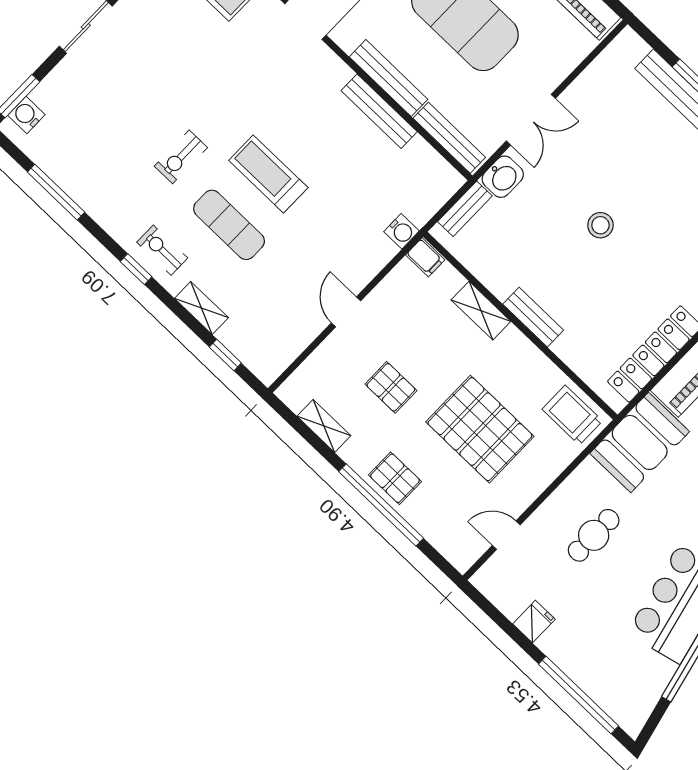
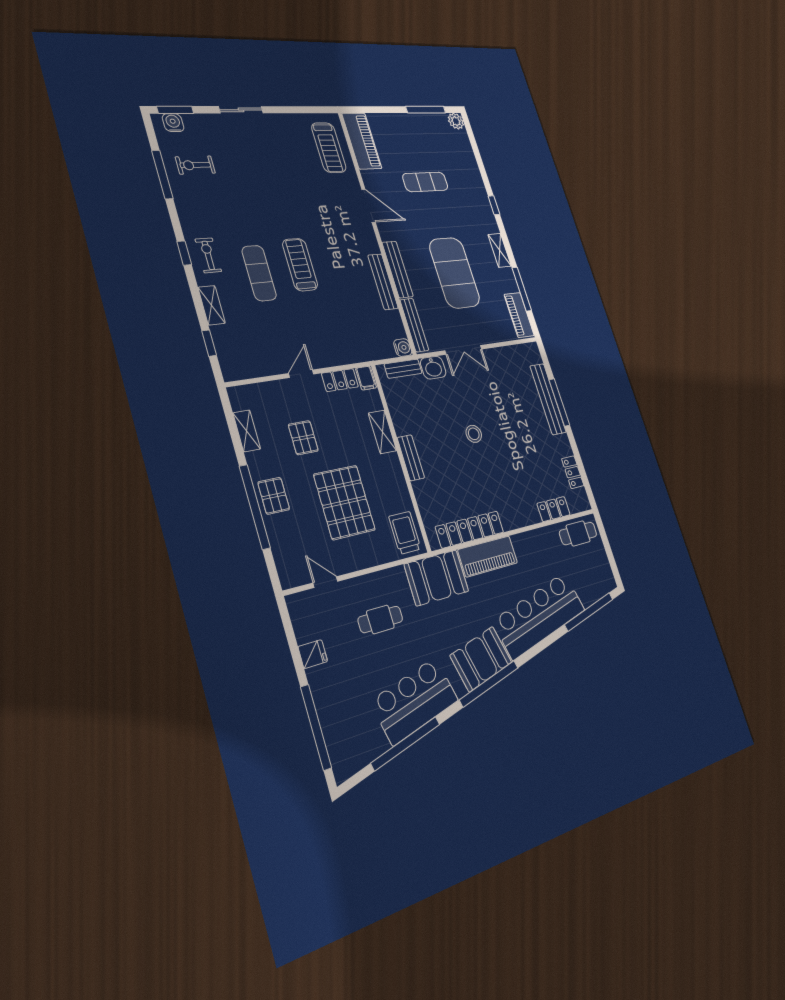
exercise bike: (181, 157) -> (195, 165), moved
water cooler: (402, 231) -> (403, 348), moved, turned -90
locker: (395, 284) -> (340, 380), added

